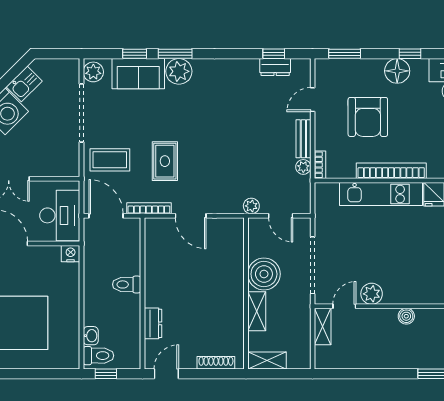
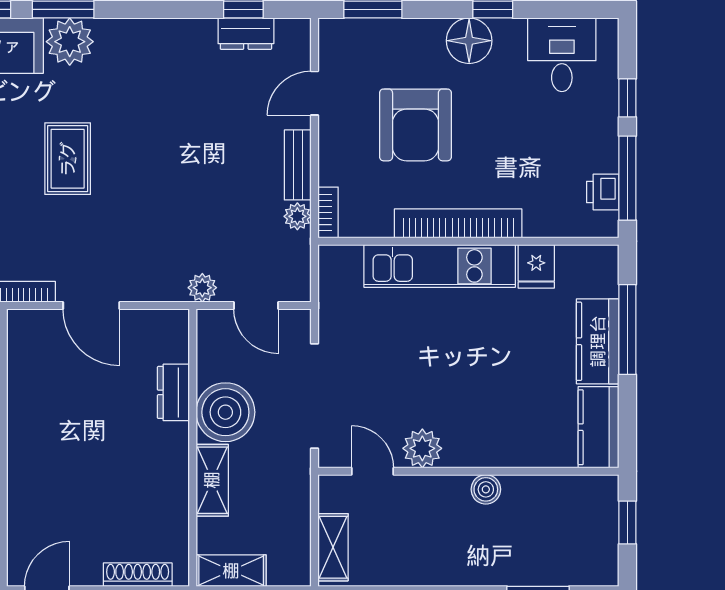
rug: (165, 161) -> (68, 159), moved
door: (344, 306) -> (372, 471), hinge flipped
dresser: (153, 323) -> (173, 392), moved, turned 180
shelving: (323, 327) -> (333, 547), moved

